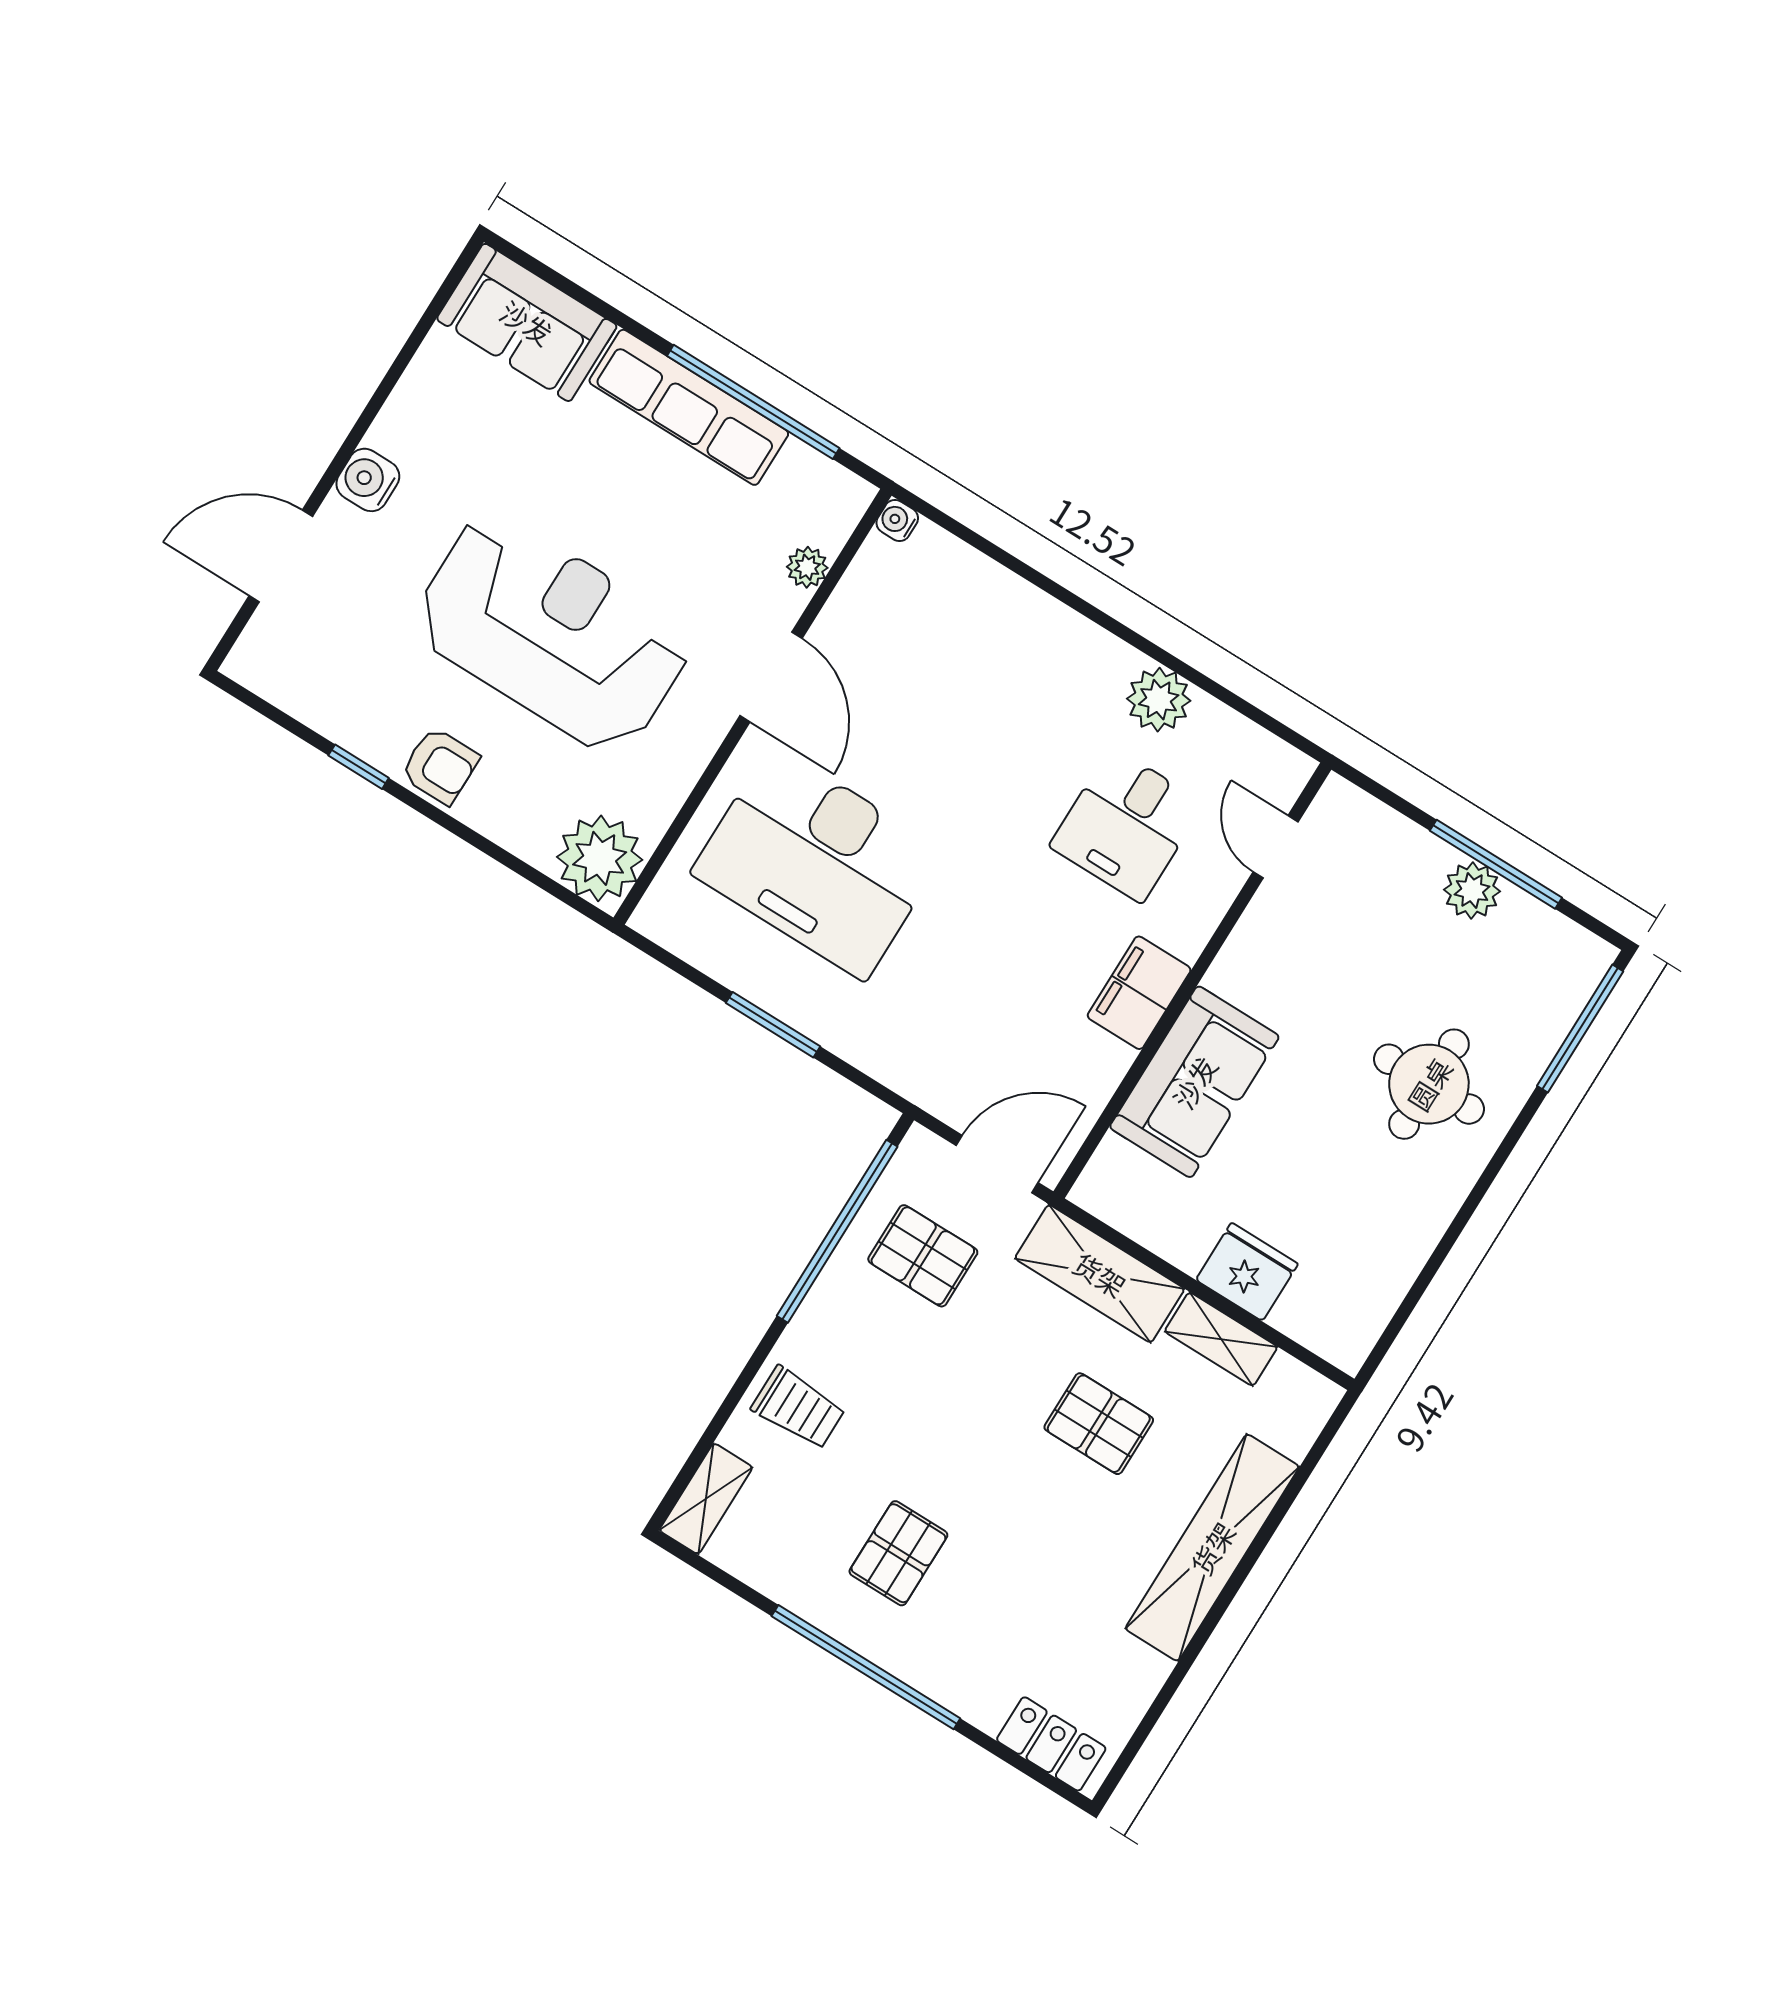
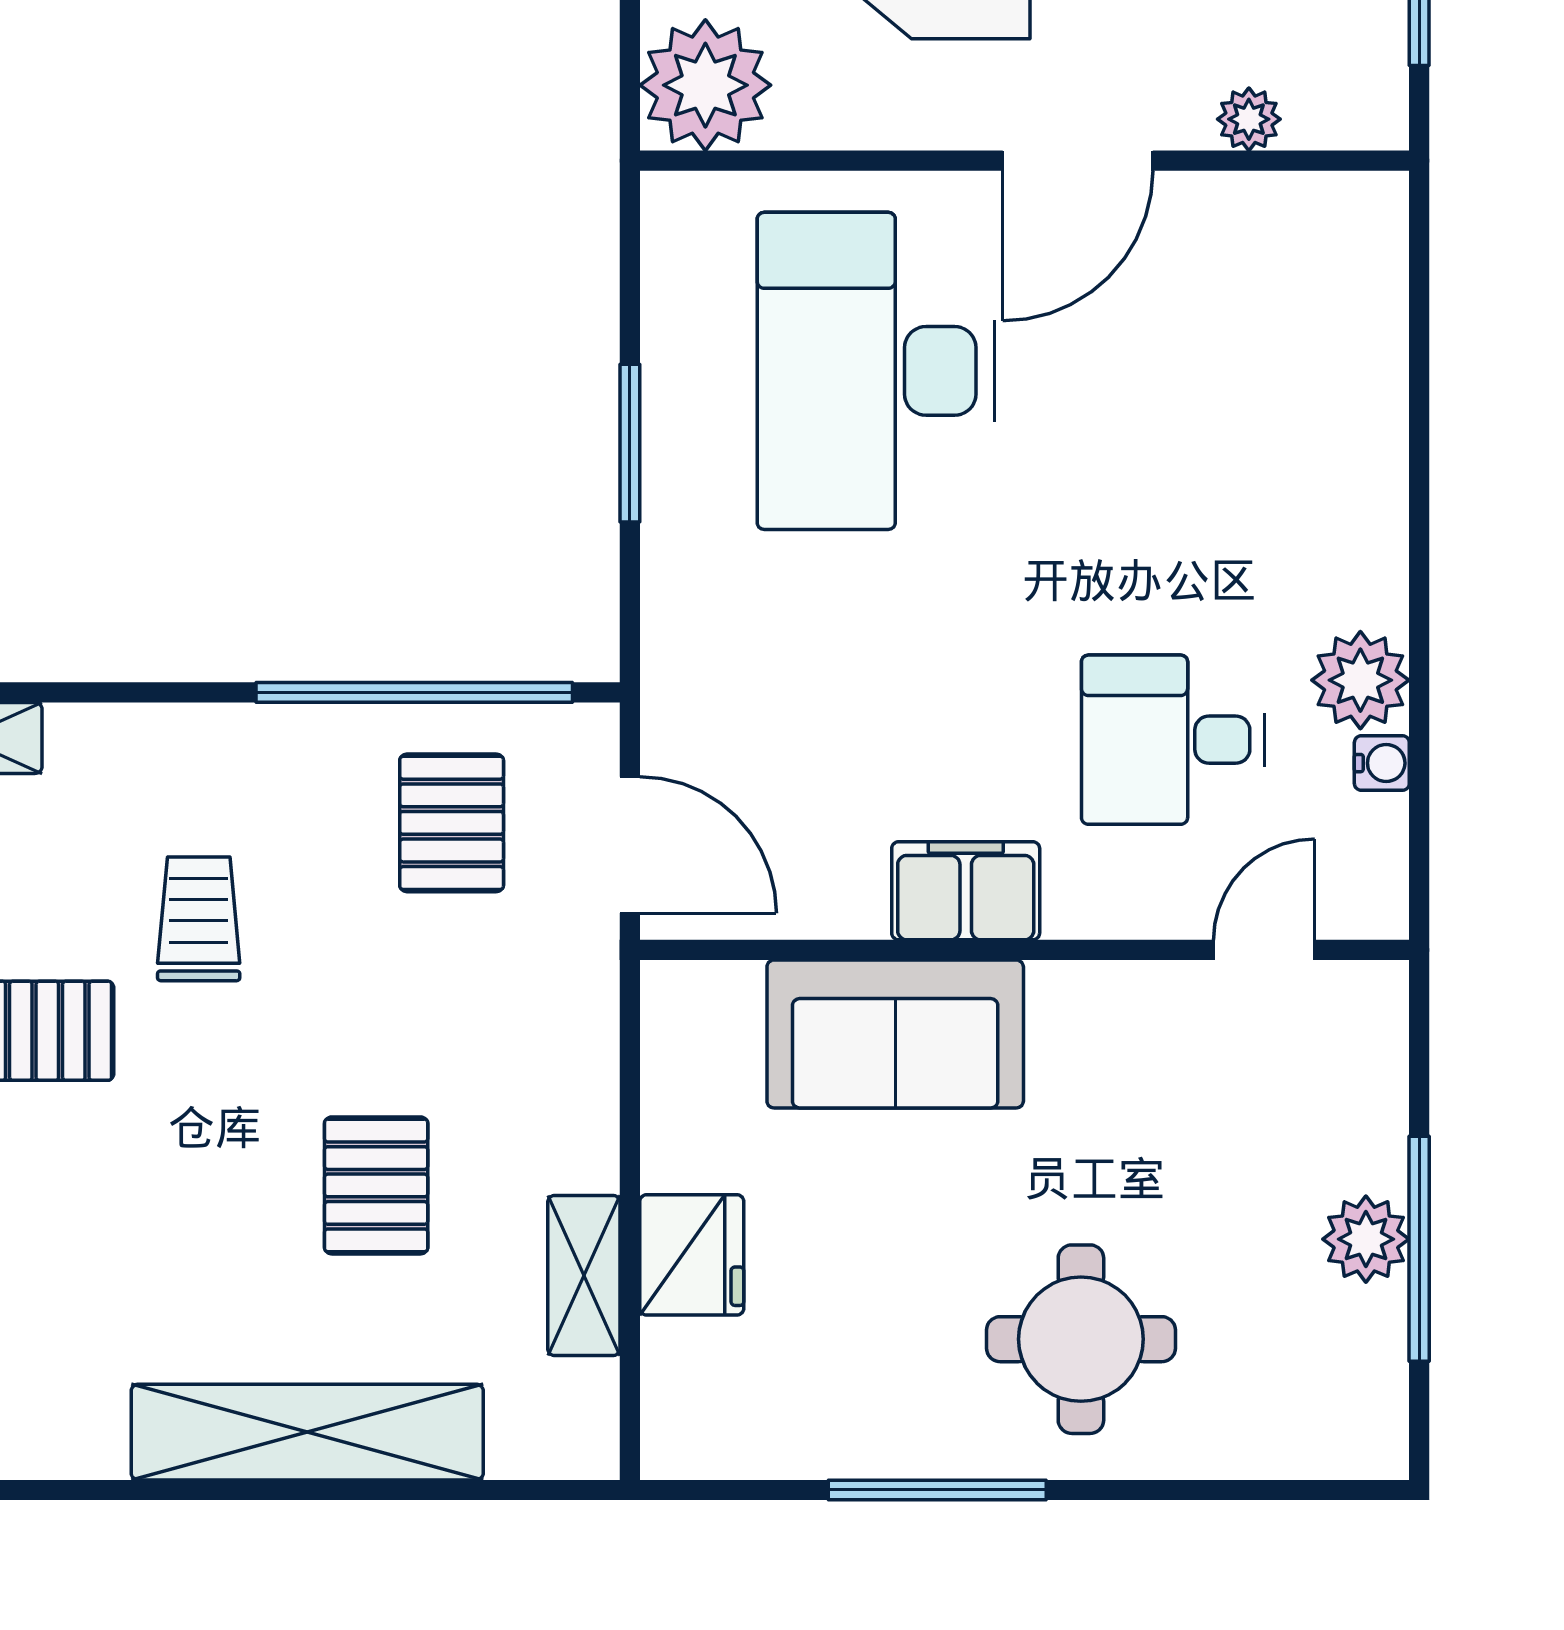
water cooler: (897, 520) -> (1382, 763), moved, turned 90
window: (1580, 1029) -> (937, 1490), moved
shelving: (1100, 1274) -> (571, 1066), removed
trolley: (798, 1408) -> (199, 919), moved, turned 180

